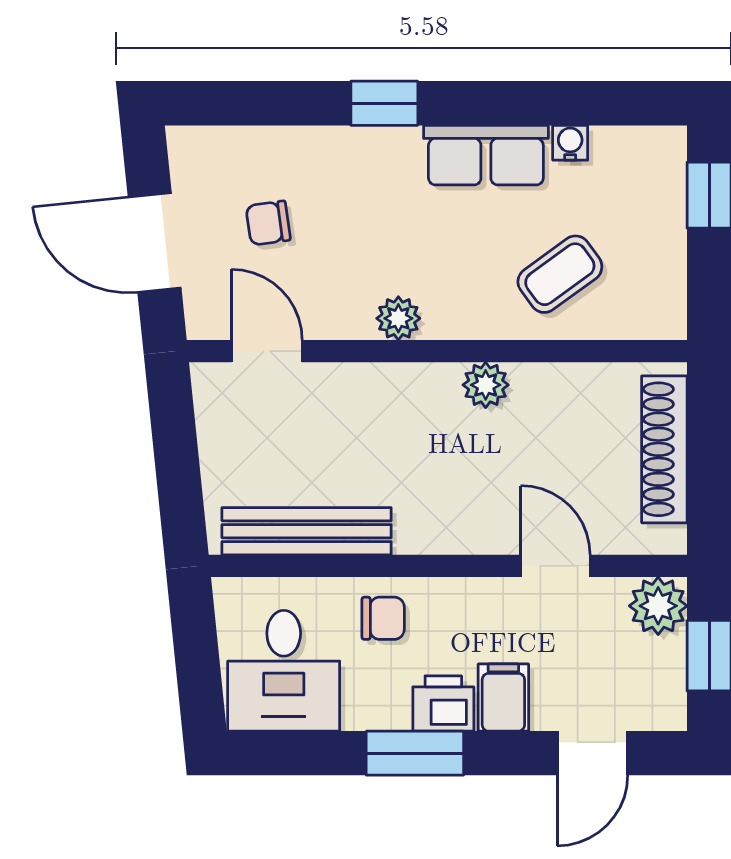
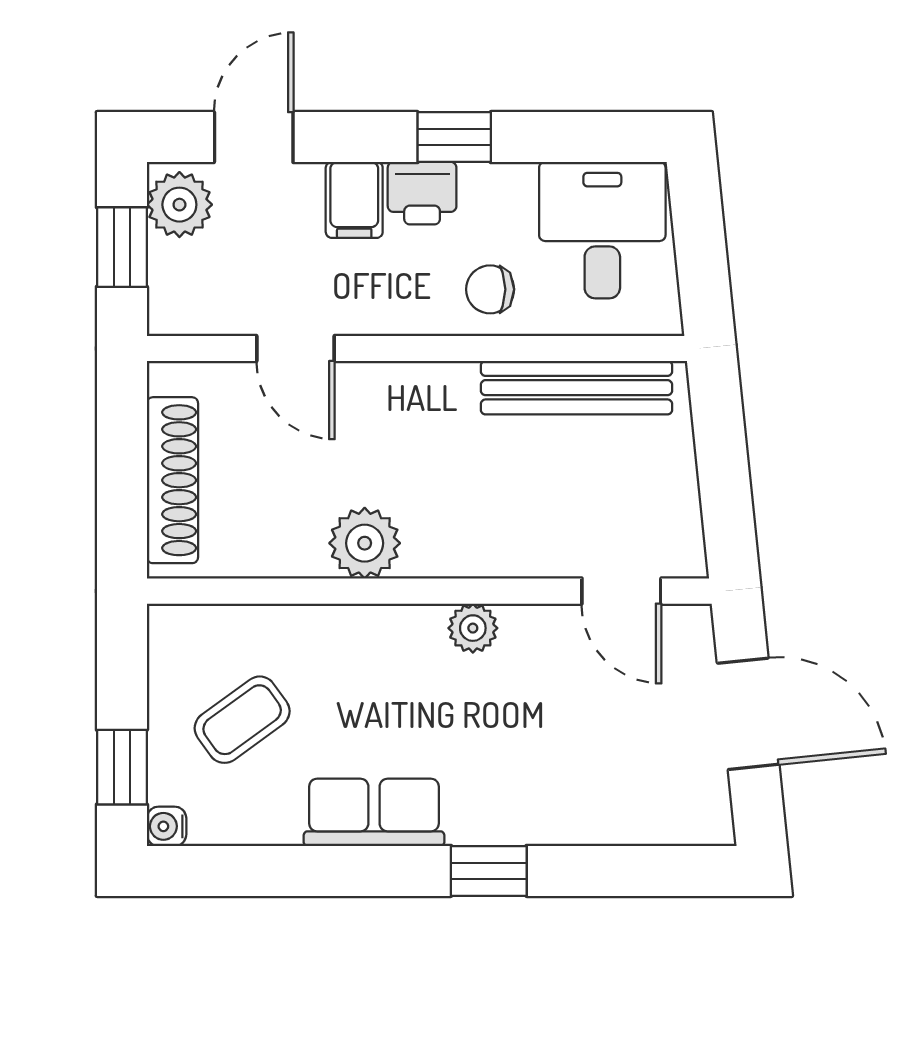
water cooler: (570, 143) -> (167, 826), moved, turned 90
chair: (268, 223) -> (620, 736), removed
coffee table: (560, 274) -> (242, 720), moved
plant: (486, 385) -> (365, 543), width x1.38, depth x1.38
plant: (658, 606) -> (179, 205), moved
window: (415, 753) -> (454, 137), width x0.67

